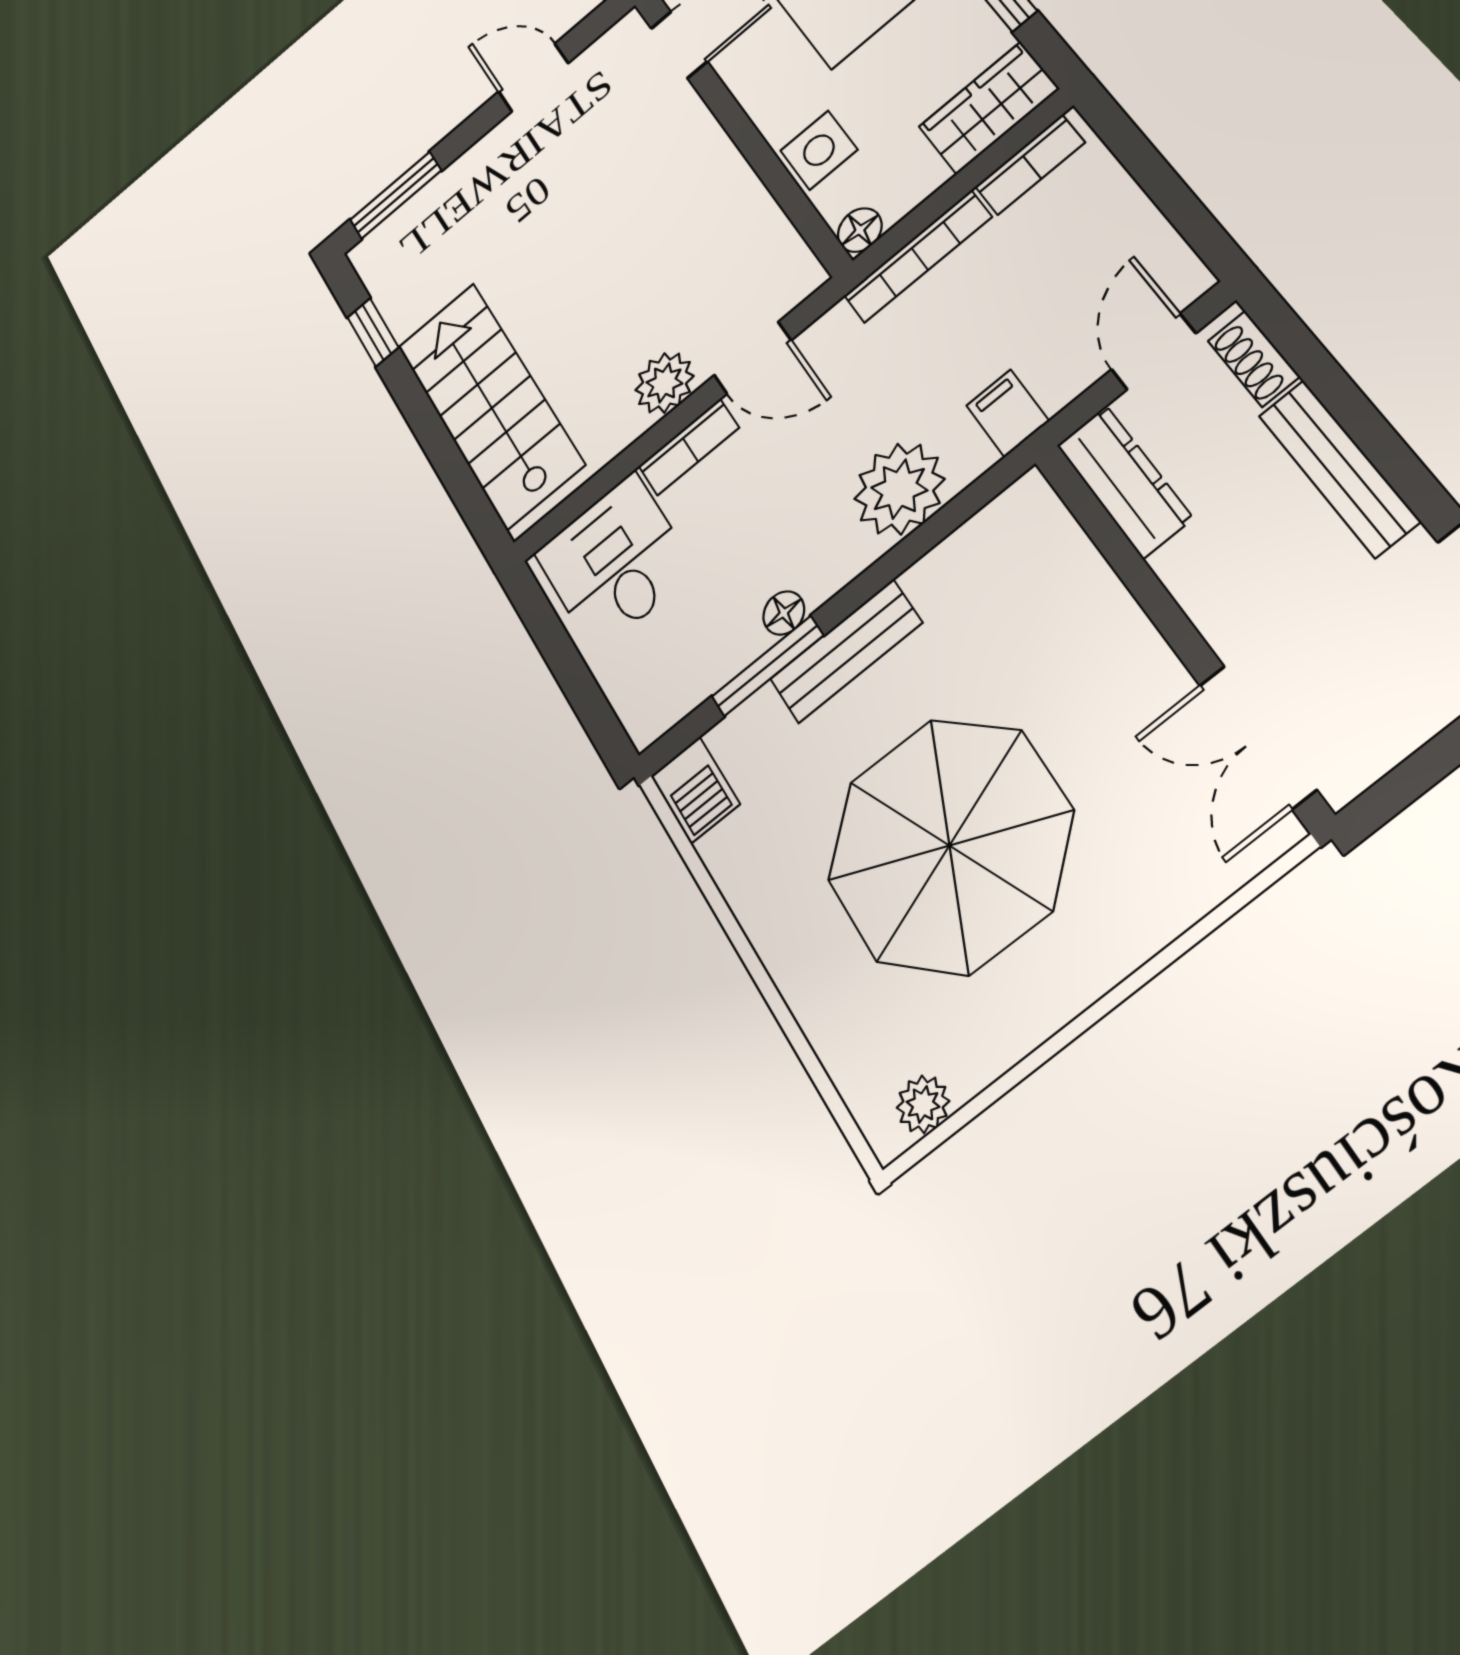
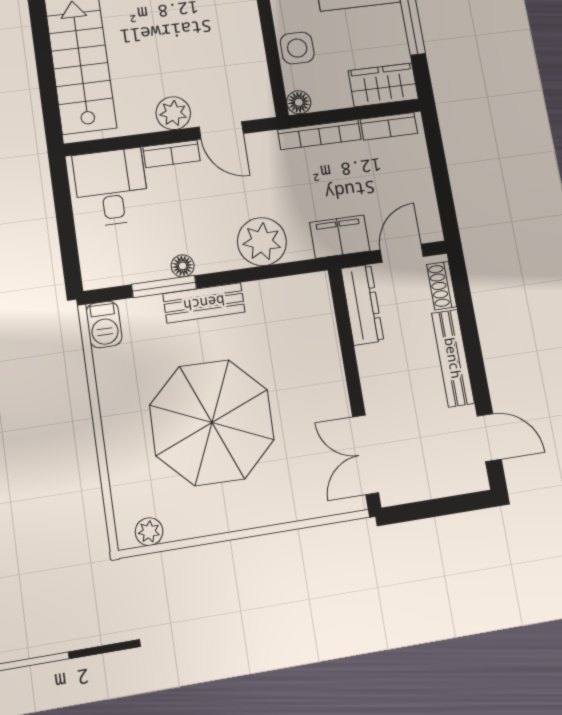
filing cabinet: (1008, 413) -> (340, 237), width x2.00

